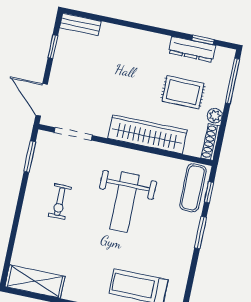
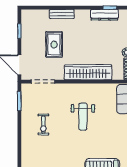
bench: (80, 24) -> (62, 14), moved
rug: (183, 92) -> (54, 45), moved, turned 90
weight bench: (124, 202) -> (83, 117), width x0.73, depth x0.75

